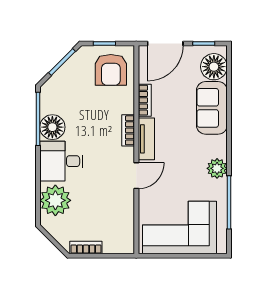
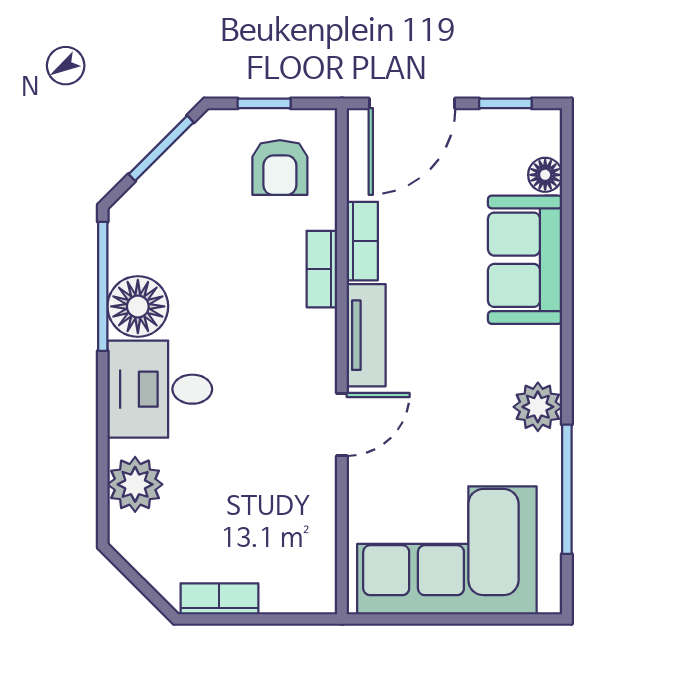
floor lamp: (214, 67) -> (545, 175), width x0.53, depth x0.53
armchair: (111, 70) -> (280, 168), width x0.72, depth x0.72
bookcase: (128, 130) -> (322, 269), moved
plant: (55, 200) -> (135, 484), width x0.73, depth x0.73

